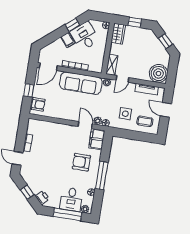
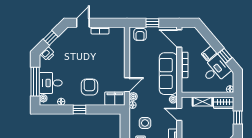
shelving: (112, 65) -> (203, 101), moved
window: (102, 175) -> (79, 109), width x0.46

